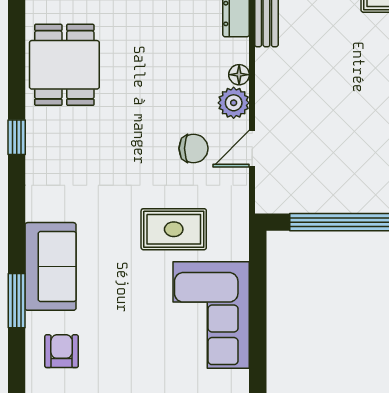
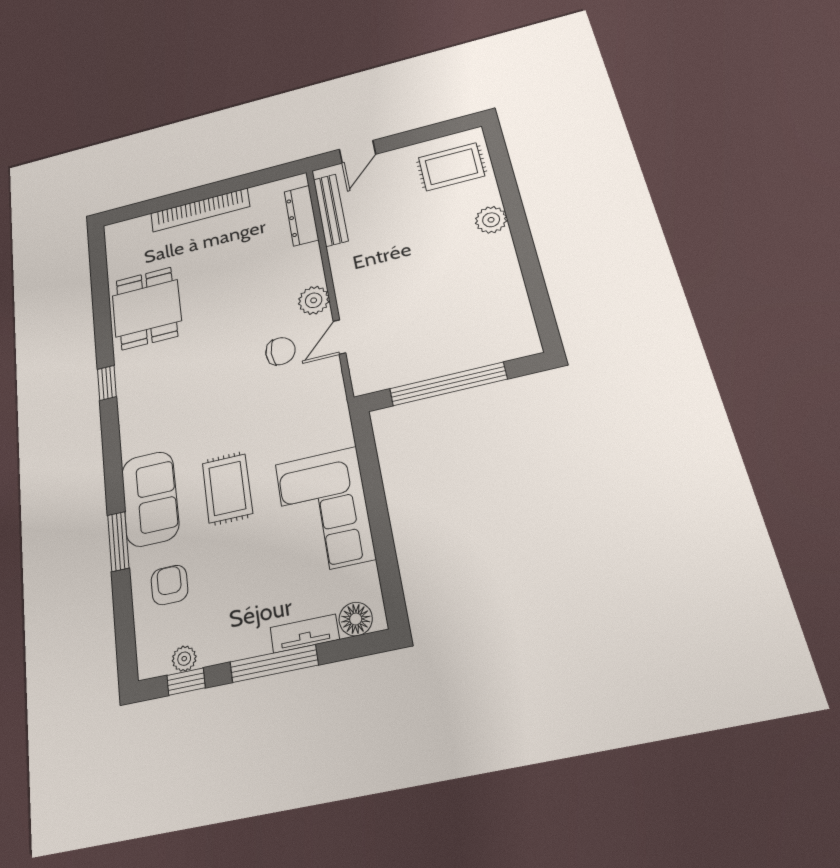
floor lamp: (239, 75) -> (315, 275), removed
rug: (174, 229) -> (227, 488), moved, turned 90

